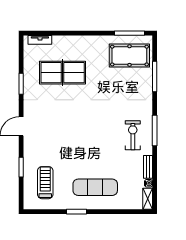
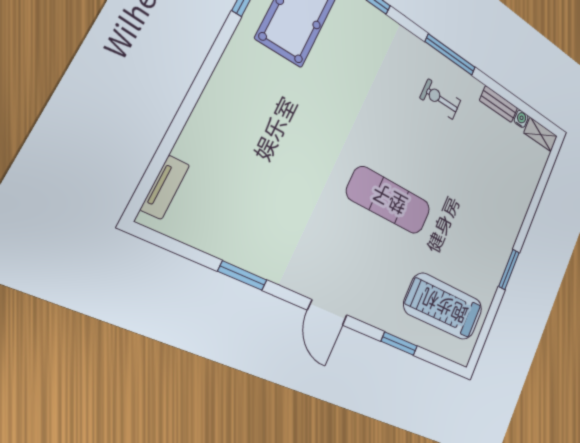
table tennis table: (63, 73) -> (264, 172), removed
exercise bike: (133, 135) -> (440, 99), width x0.73, depth x0.72
treadmill: (45, 183) -> (444, 307), width x1.37, depth x1.37
exercise mat: (95, 187) -> (389, 200), moved, turned 90

